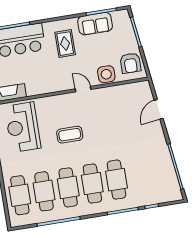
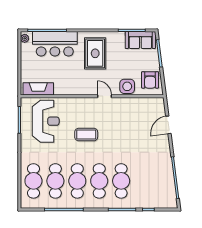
sofa: (95, 24) -> (140, 40), moved
rug: (65, 44) -> (95, 53), width x1.36, depth x1.43
reception desk: (23, 127) -> (46, 121), turned 180

